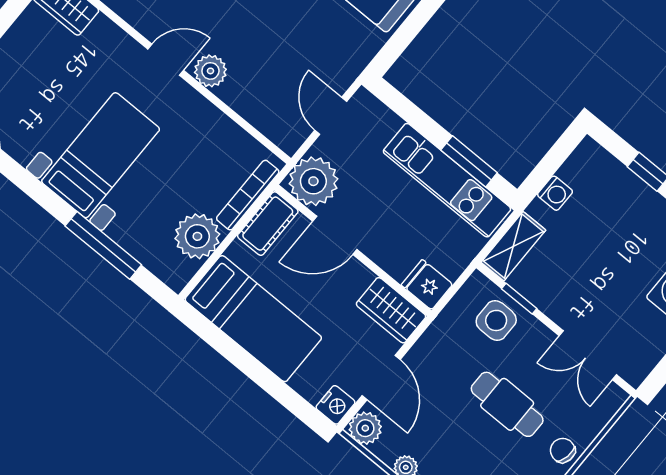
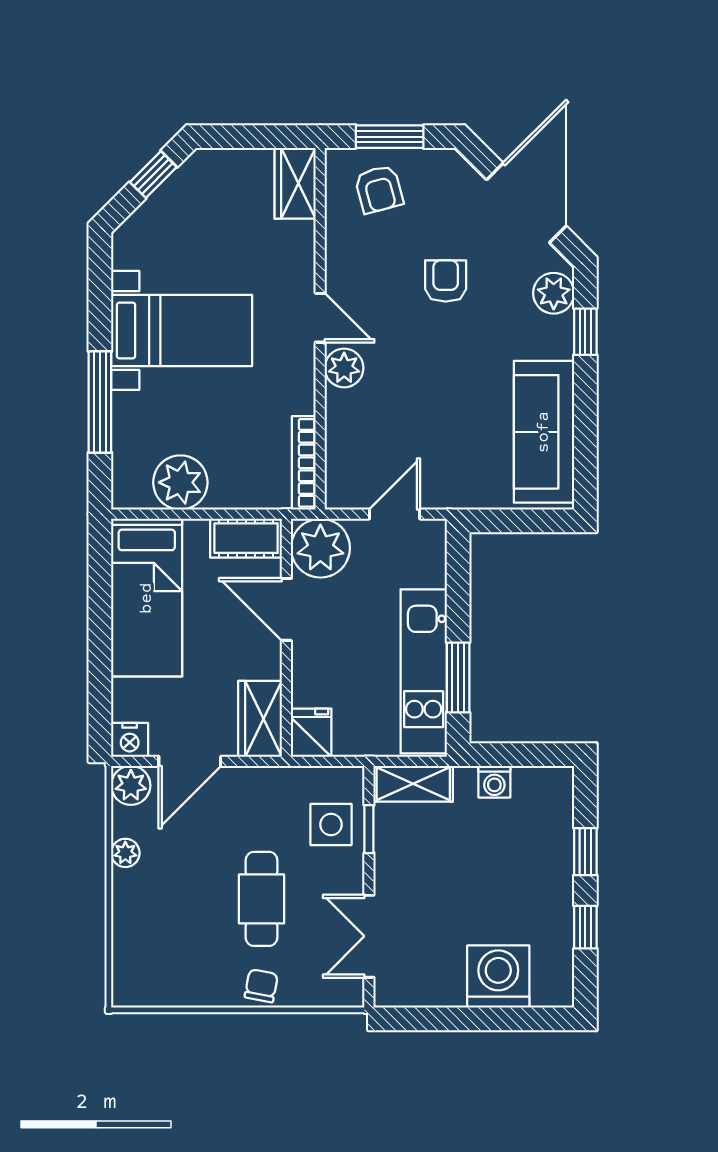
bookcase: (248, 195) -> (304, 463), moved, turned -90

